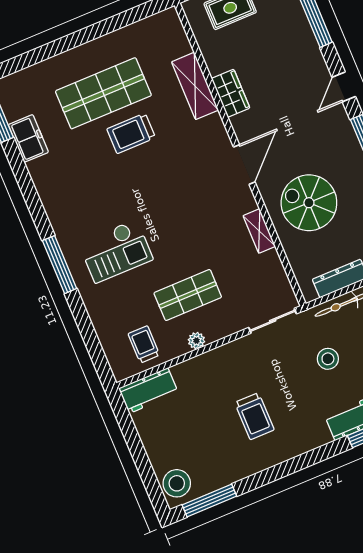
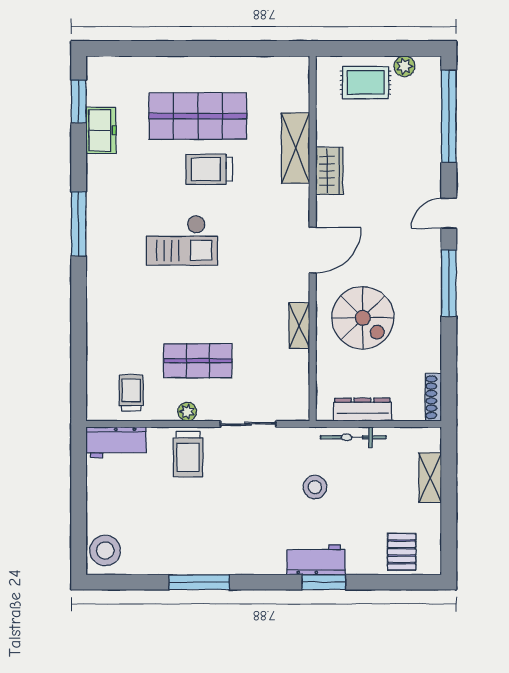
spiral stairs: (309, 203) -> (363, 318), turned 180
checkout: (116, 251) -> (182, 240), moved
window: (60, 265) -> (79, 224), moved
sliding door: (273, 321) -> (248, 424), moved
trolley: (254, 416) -> (188, 454), moved
window: (209, 500) -> (199, 582), moved

